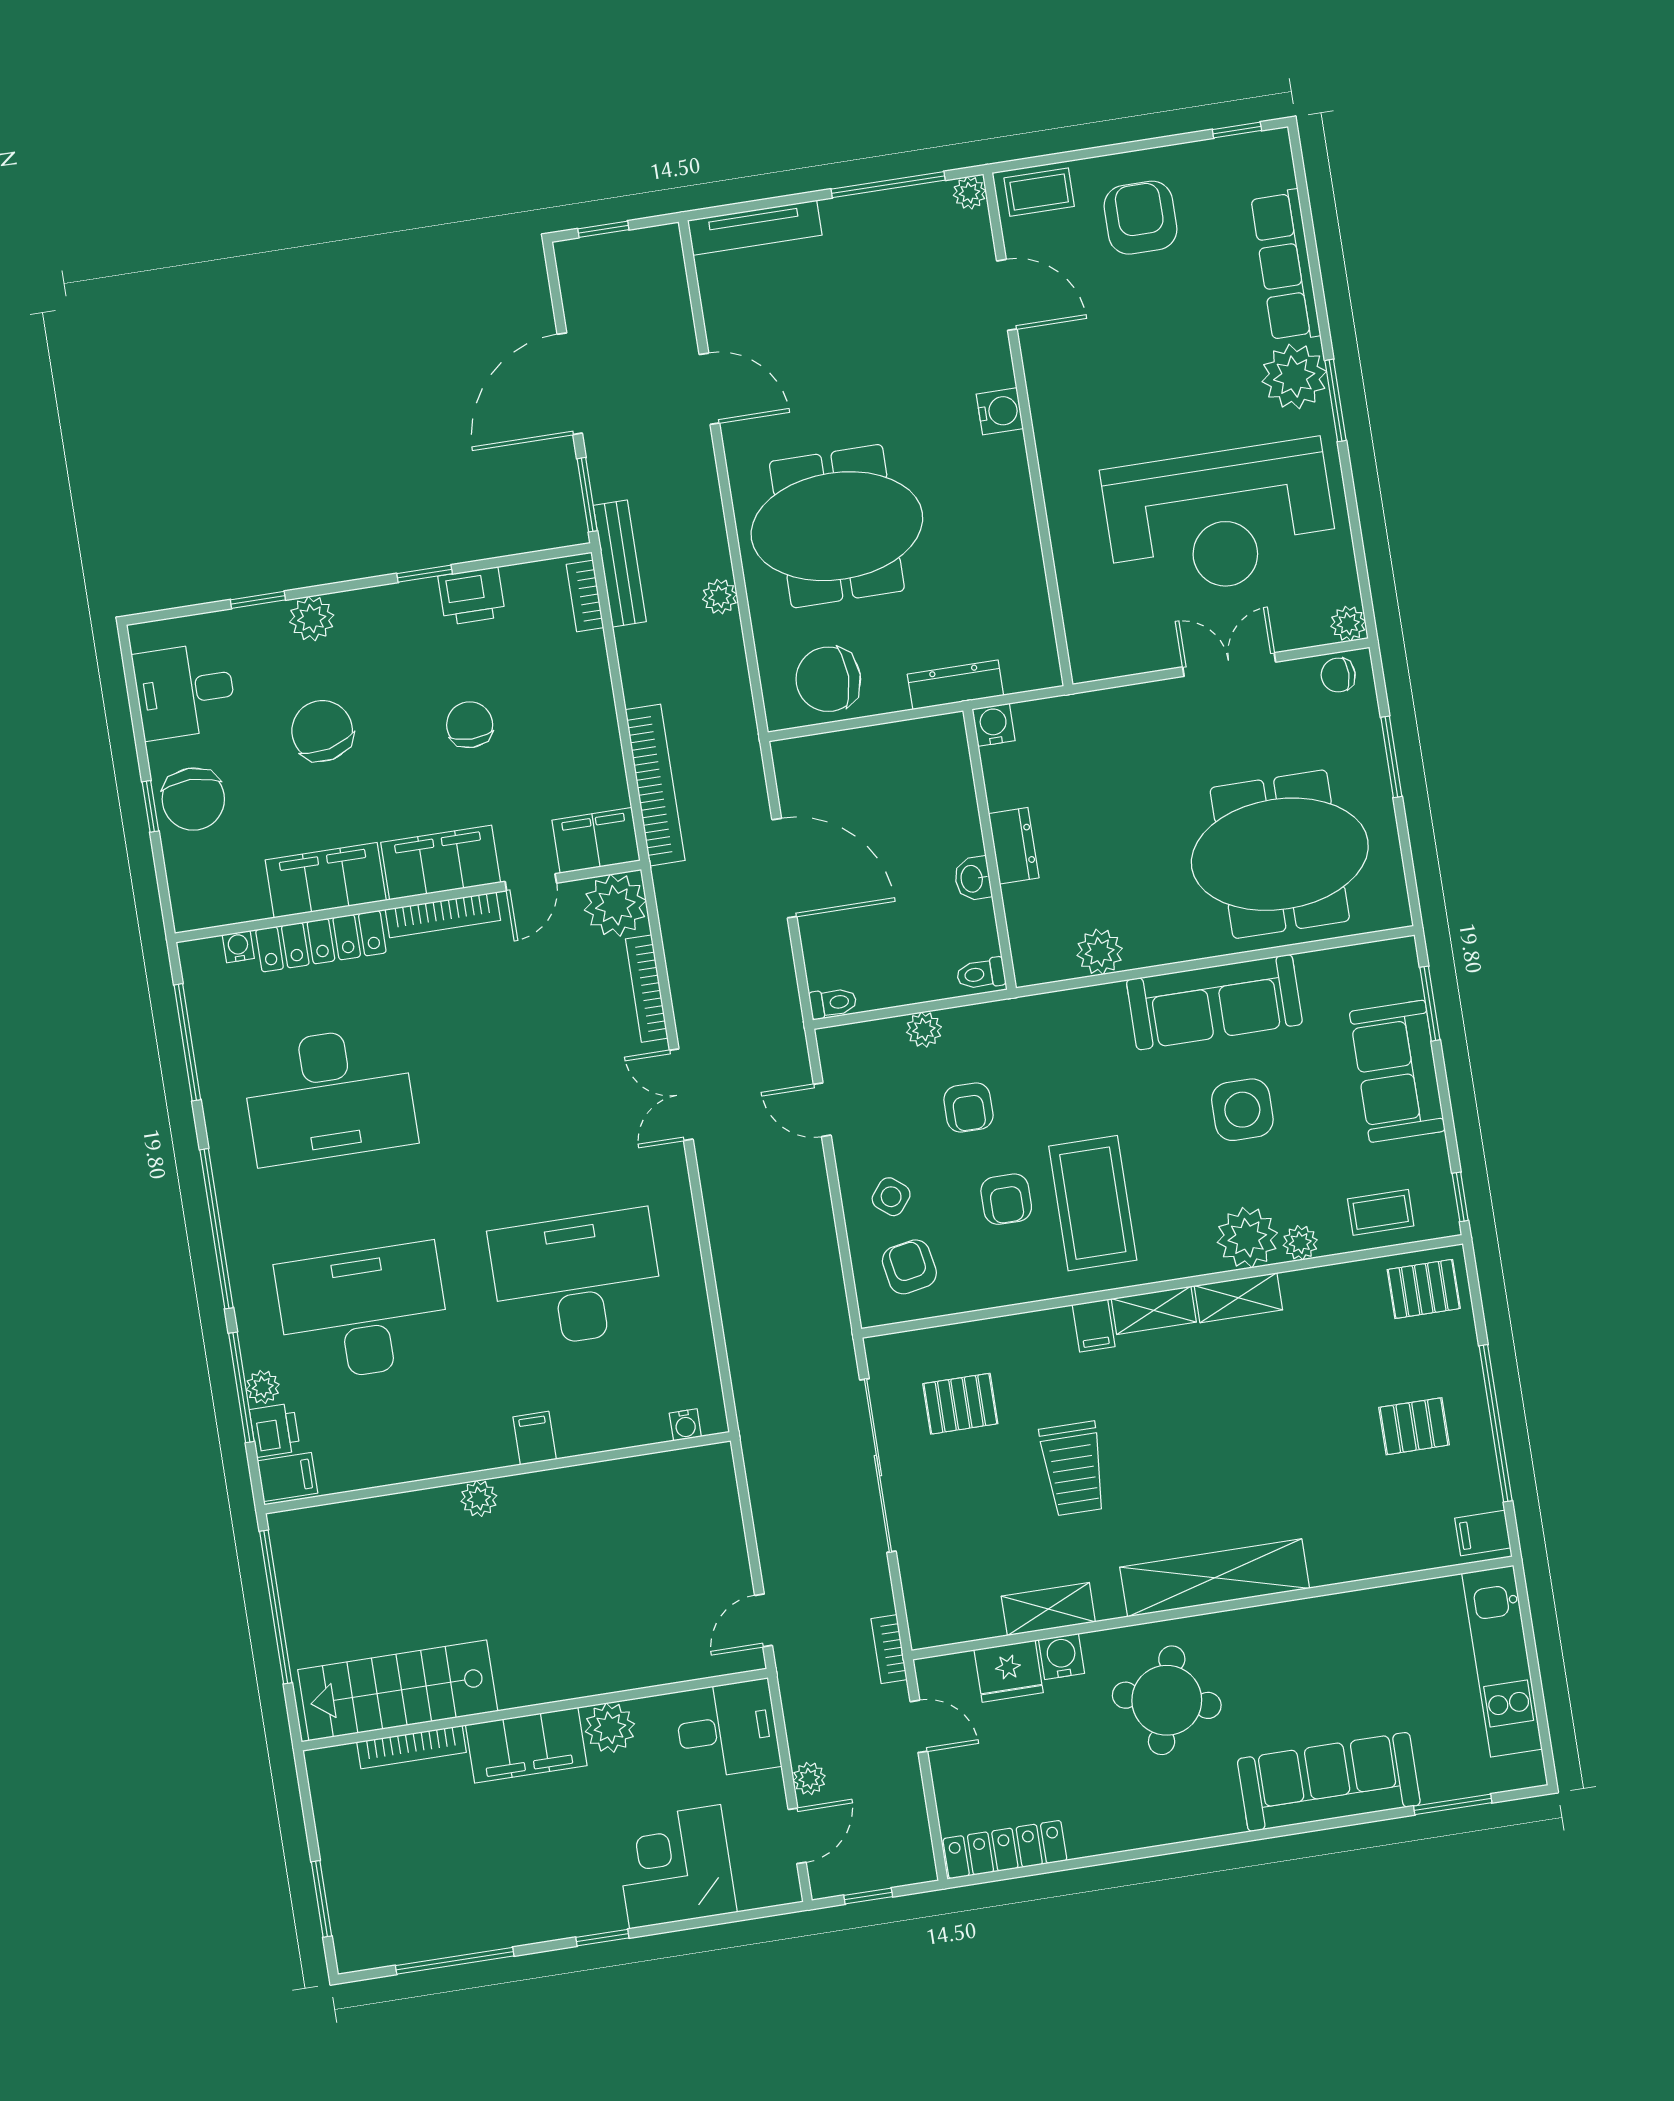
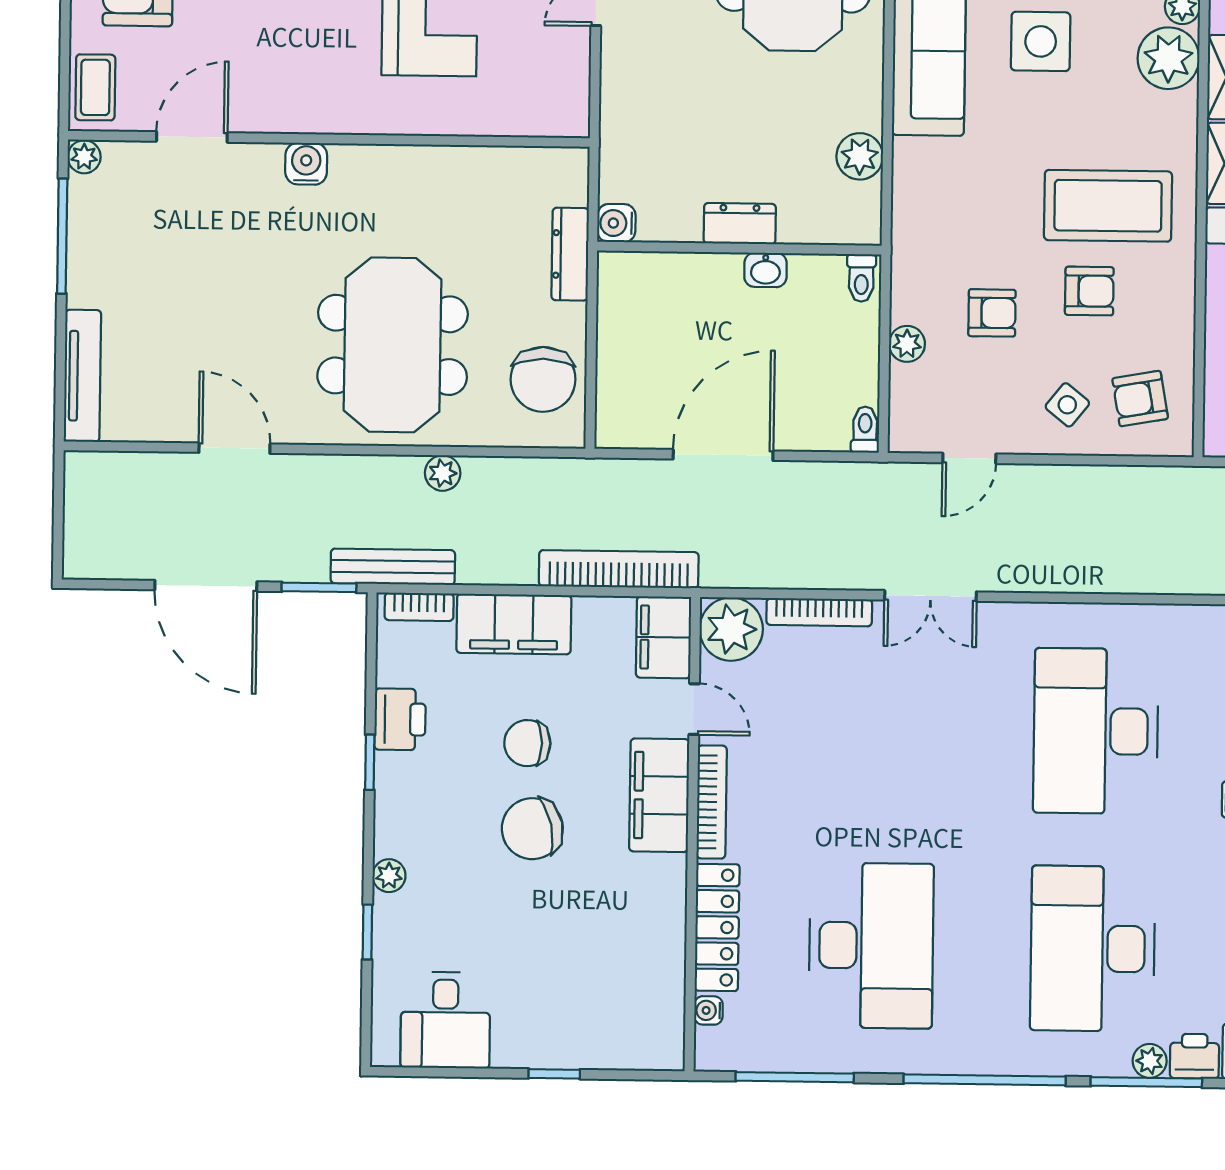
window: (603, 229) -> (58, 526), removed
door: (709, 389) -> (234, 448), hinge flipped
plant: (312, 619) -> (389, 876), width x0.73, depth x0.73
chair: (322, 731) -> (532, 829), moved
chair: (193, 799) -> (554, 1030), removed
filing cabinet: (326, 880) -> (514, 624), moved, turned -90

